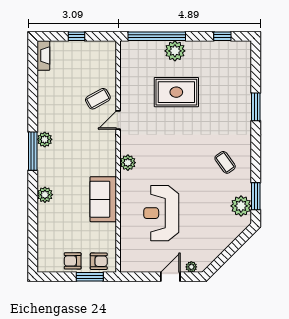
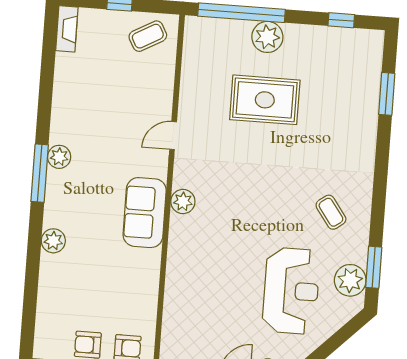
coffee table: (98, 99) -> (148, 36), moved
window: (256, 107) -> (387, 94), moved
sofa: (103, 199) -> (145, 213), moved
reception desk: (161, 213) -> (291, 291), moved, turned 180

